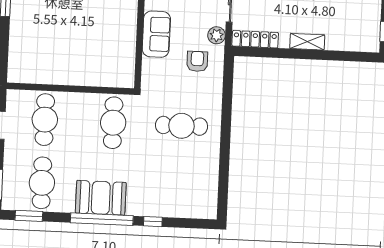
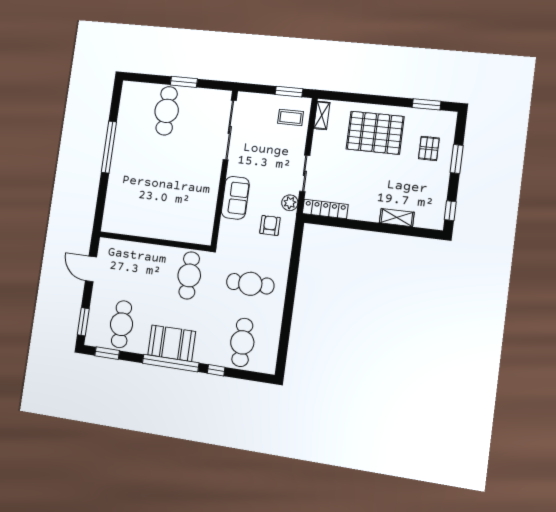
shelving: (307, 42) -> (397, 218), moved
cafe table: (45, 120) -> (242, 342), moved

